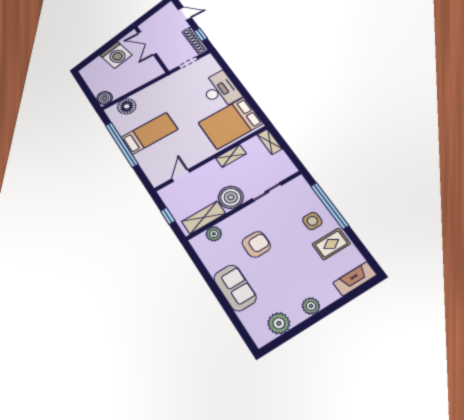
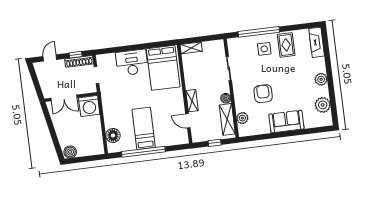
washing machine: (116, 55) -> (89, 106), moved, turned 101
boiler: (105, 98) -> (70, 152), moved
shelving: (231, 156) -> (192, 101), moved
boiler: (231, 197) -> (226, 98), width x0.54, depth x0.54

